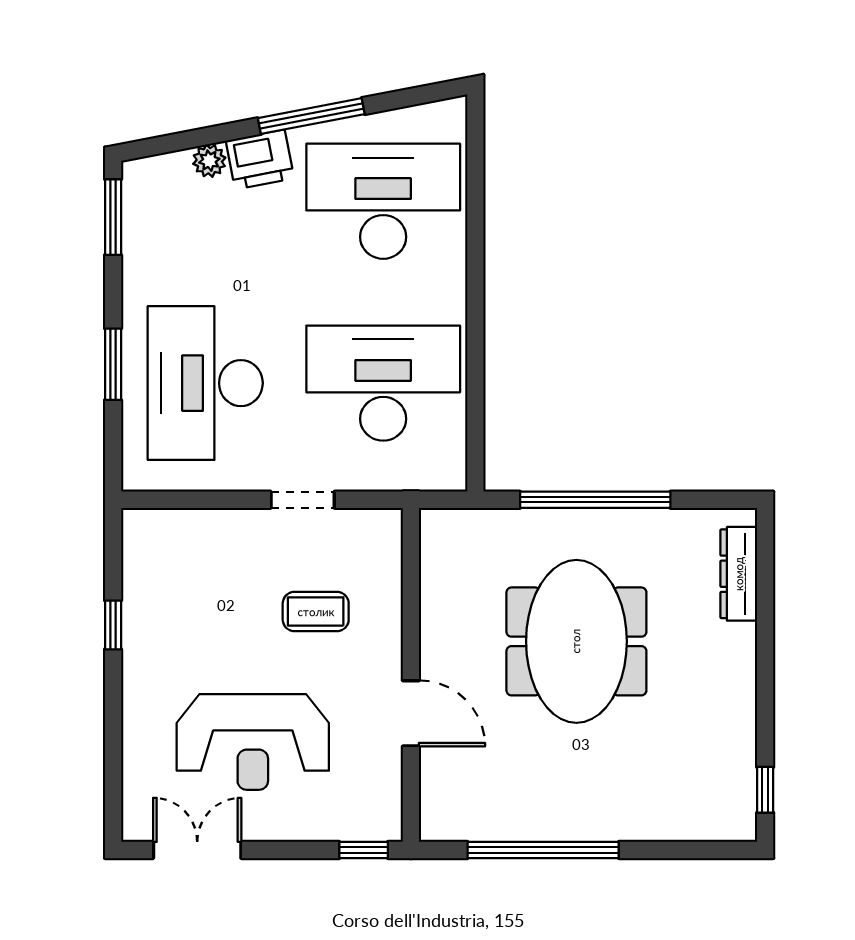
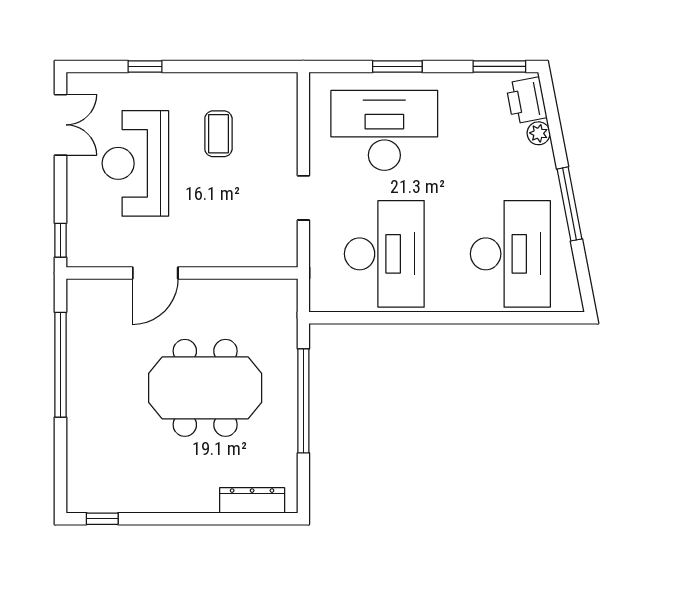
printer: (260, 159) -> (526, 100), moved
coffee table: (316, 612) -> (218, 134), moved
window: (113, 625) -> (145, 66), moved

